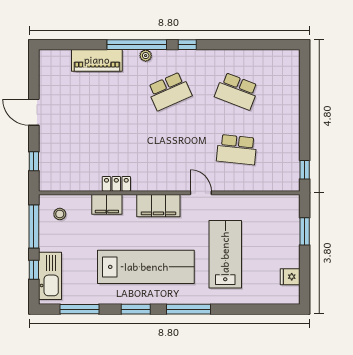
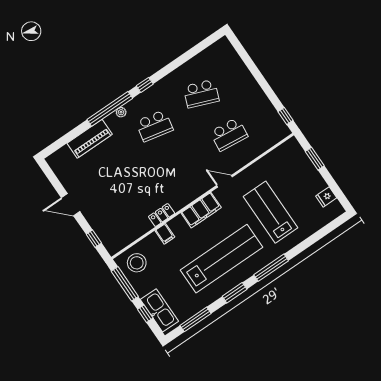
school desk: (169, 91) -> (154, 126), turned 36
filing cabinet: (107, 204) -> (165, 234), width x0.50
stool: (60, 214) -> (137, 263), width x1.89, depth x1.89

